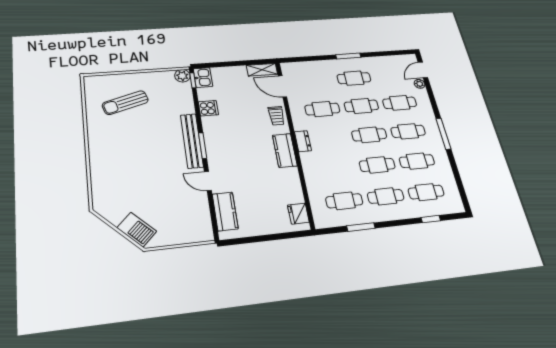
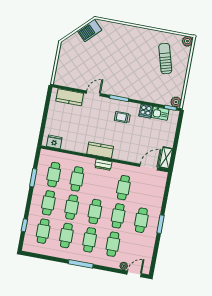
door: (423, 70) -> (134, 274), hinge flipped
kitchen sink: (203, 78) -> (160, 113), moved
plant: (91, 82) -> (187, 41), added
trolley: (276, 116) -> (122, 117), moved
bench: (192, 141) -> (125, 93), removed
cafe table: (337, 169) -> (77, 179), added
barbecue: (137, 229) -> (90, 30), moved

